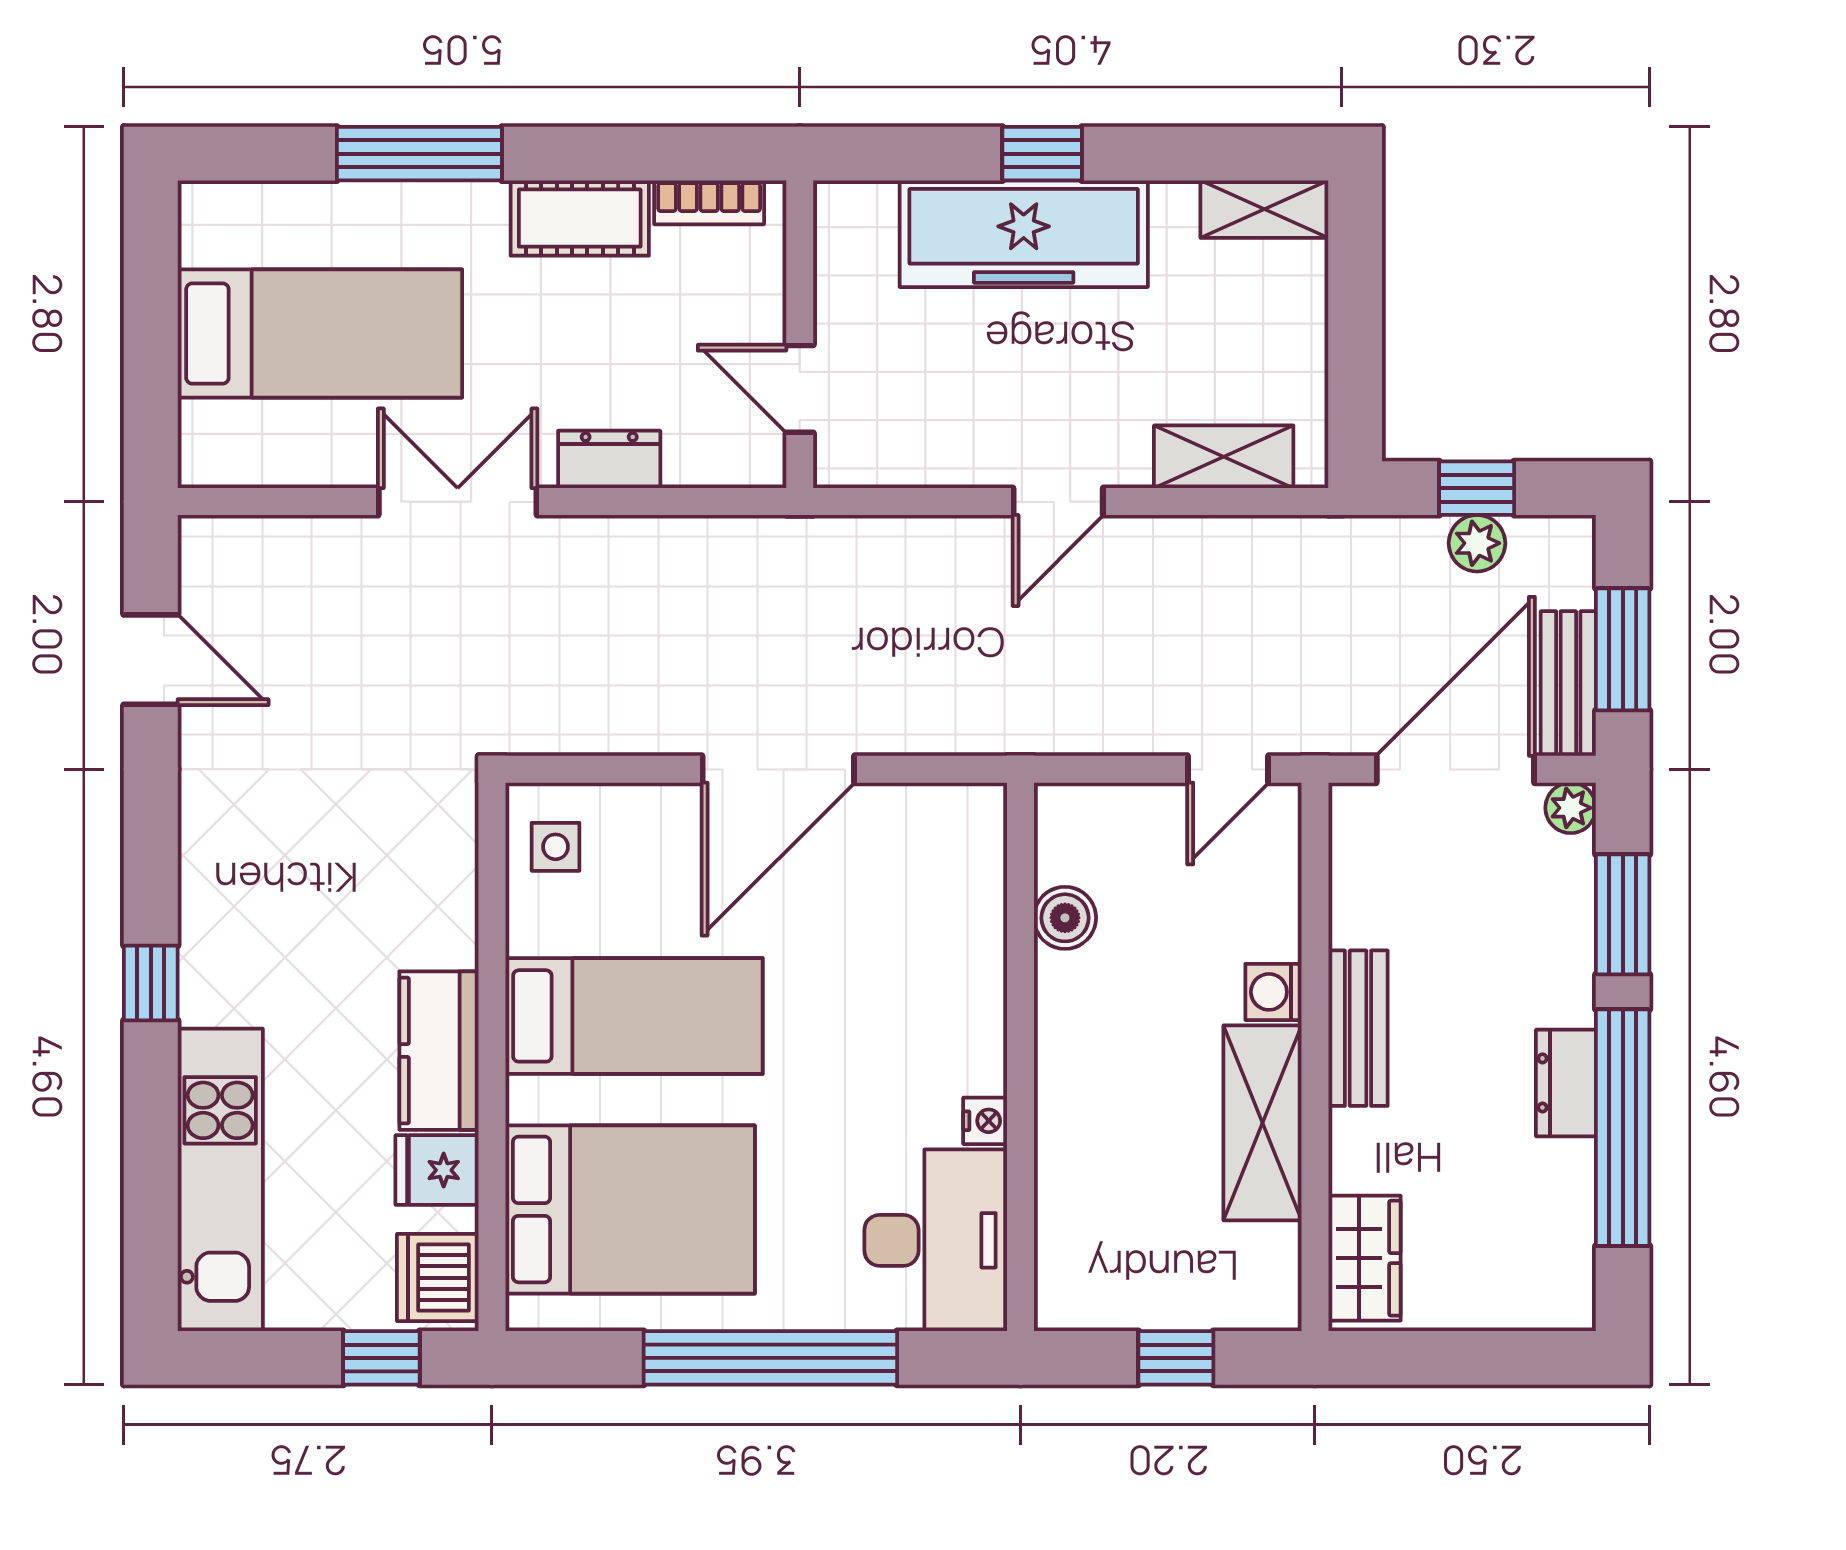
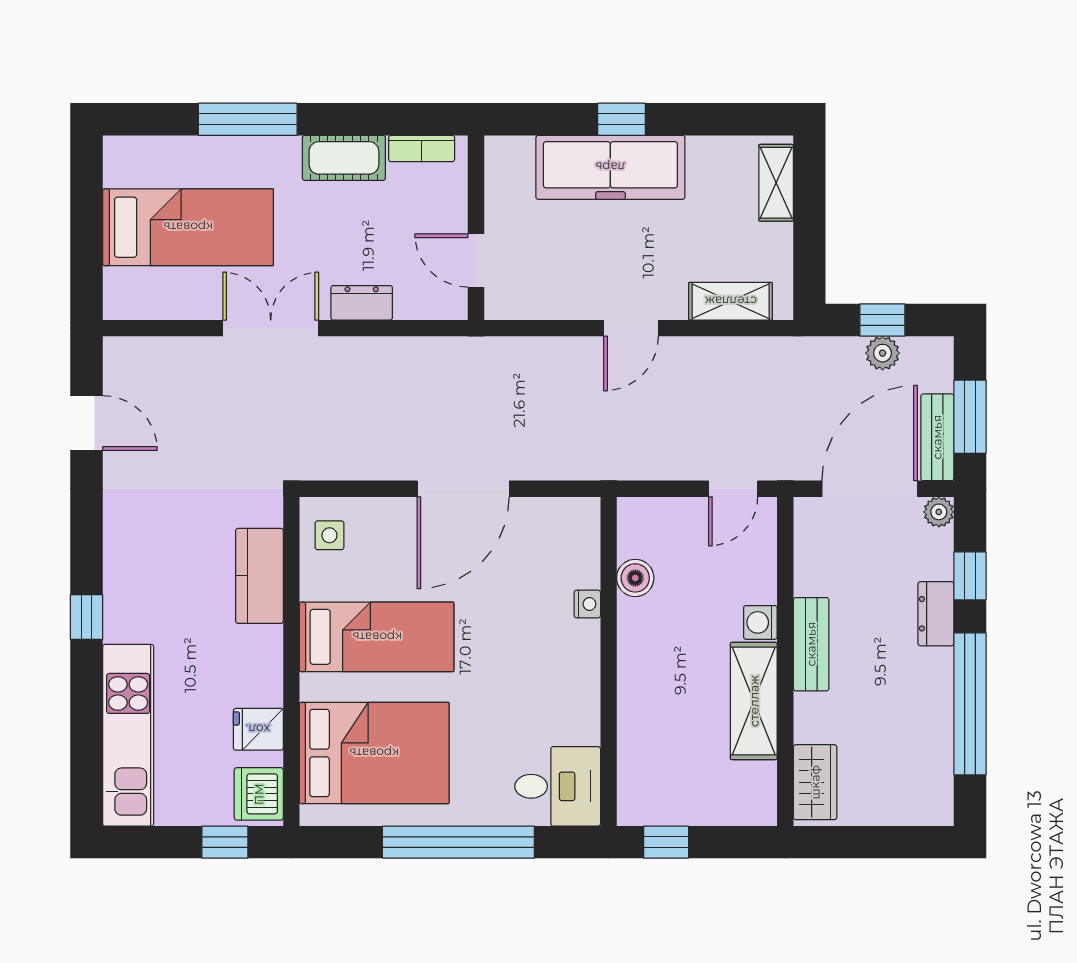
shelving: (1264, 209) -> (776, 183), moved, turned 90
window: (1623, 914) -> (970, 576), width x0.67
kitchen counter: (439, 1051) -> (259, 576), moved
dresser: (1566, 1083) -> (936, 614), moved
nightstand: (985, 1121) -> (587, 604), moved
desk: (936, 1240) -> (558, 786), width x0.73
window: (1176, 1358) -> (666, 842), moved

